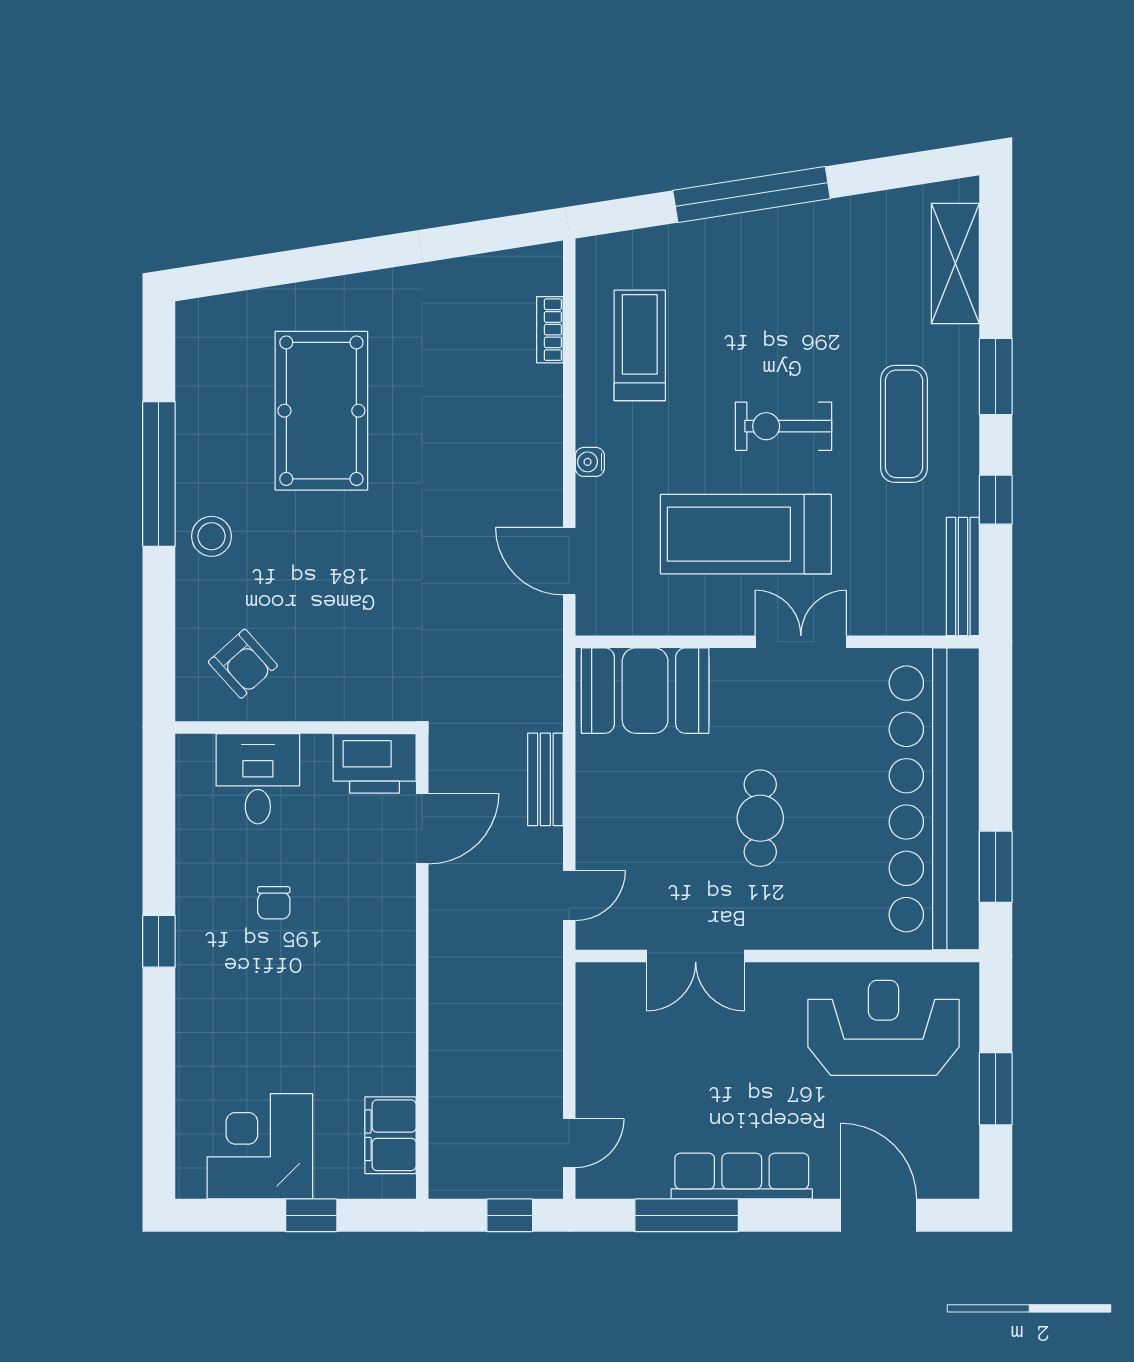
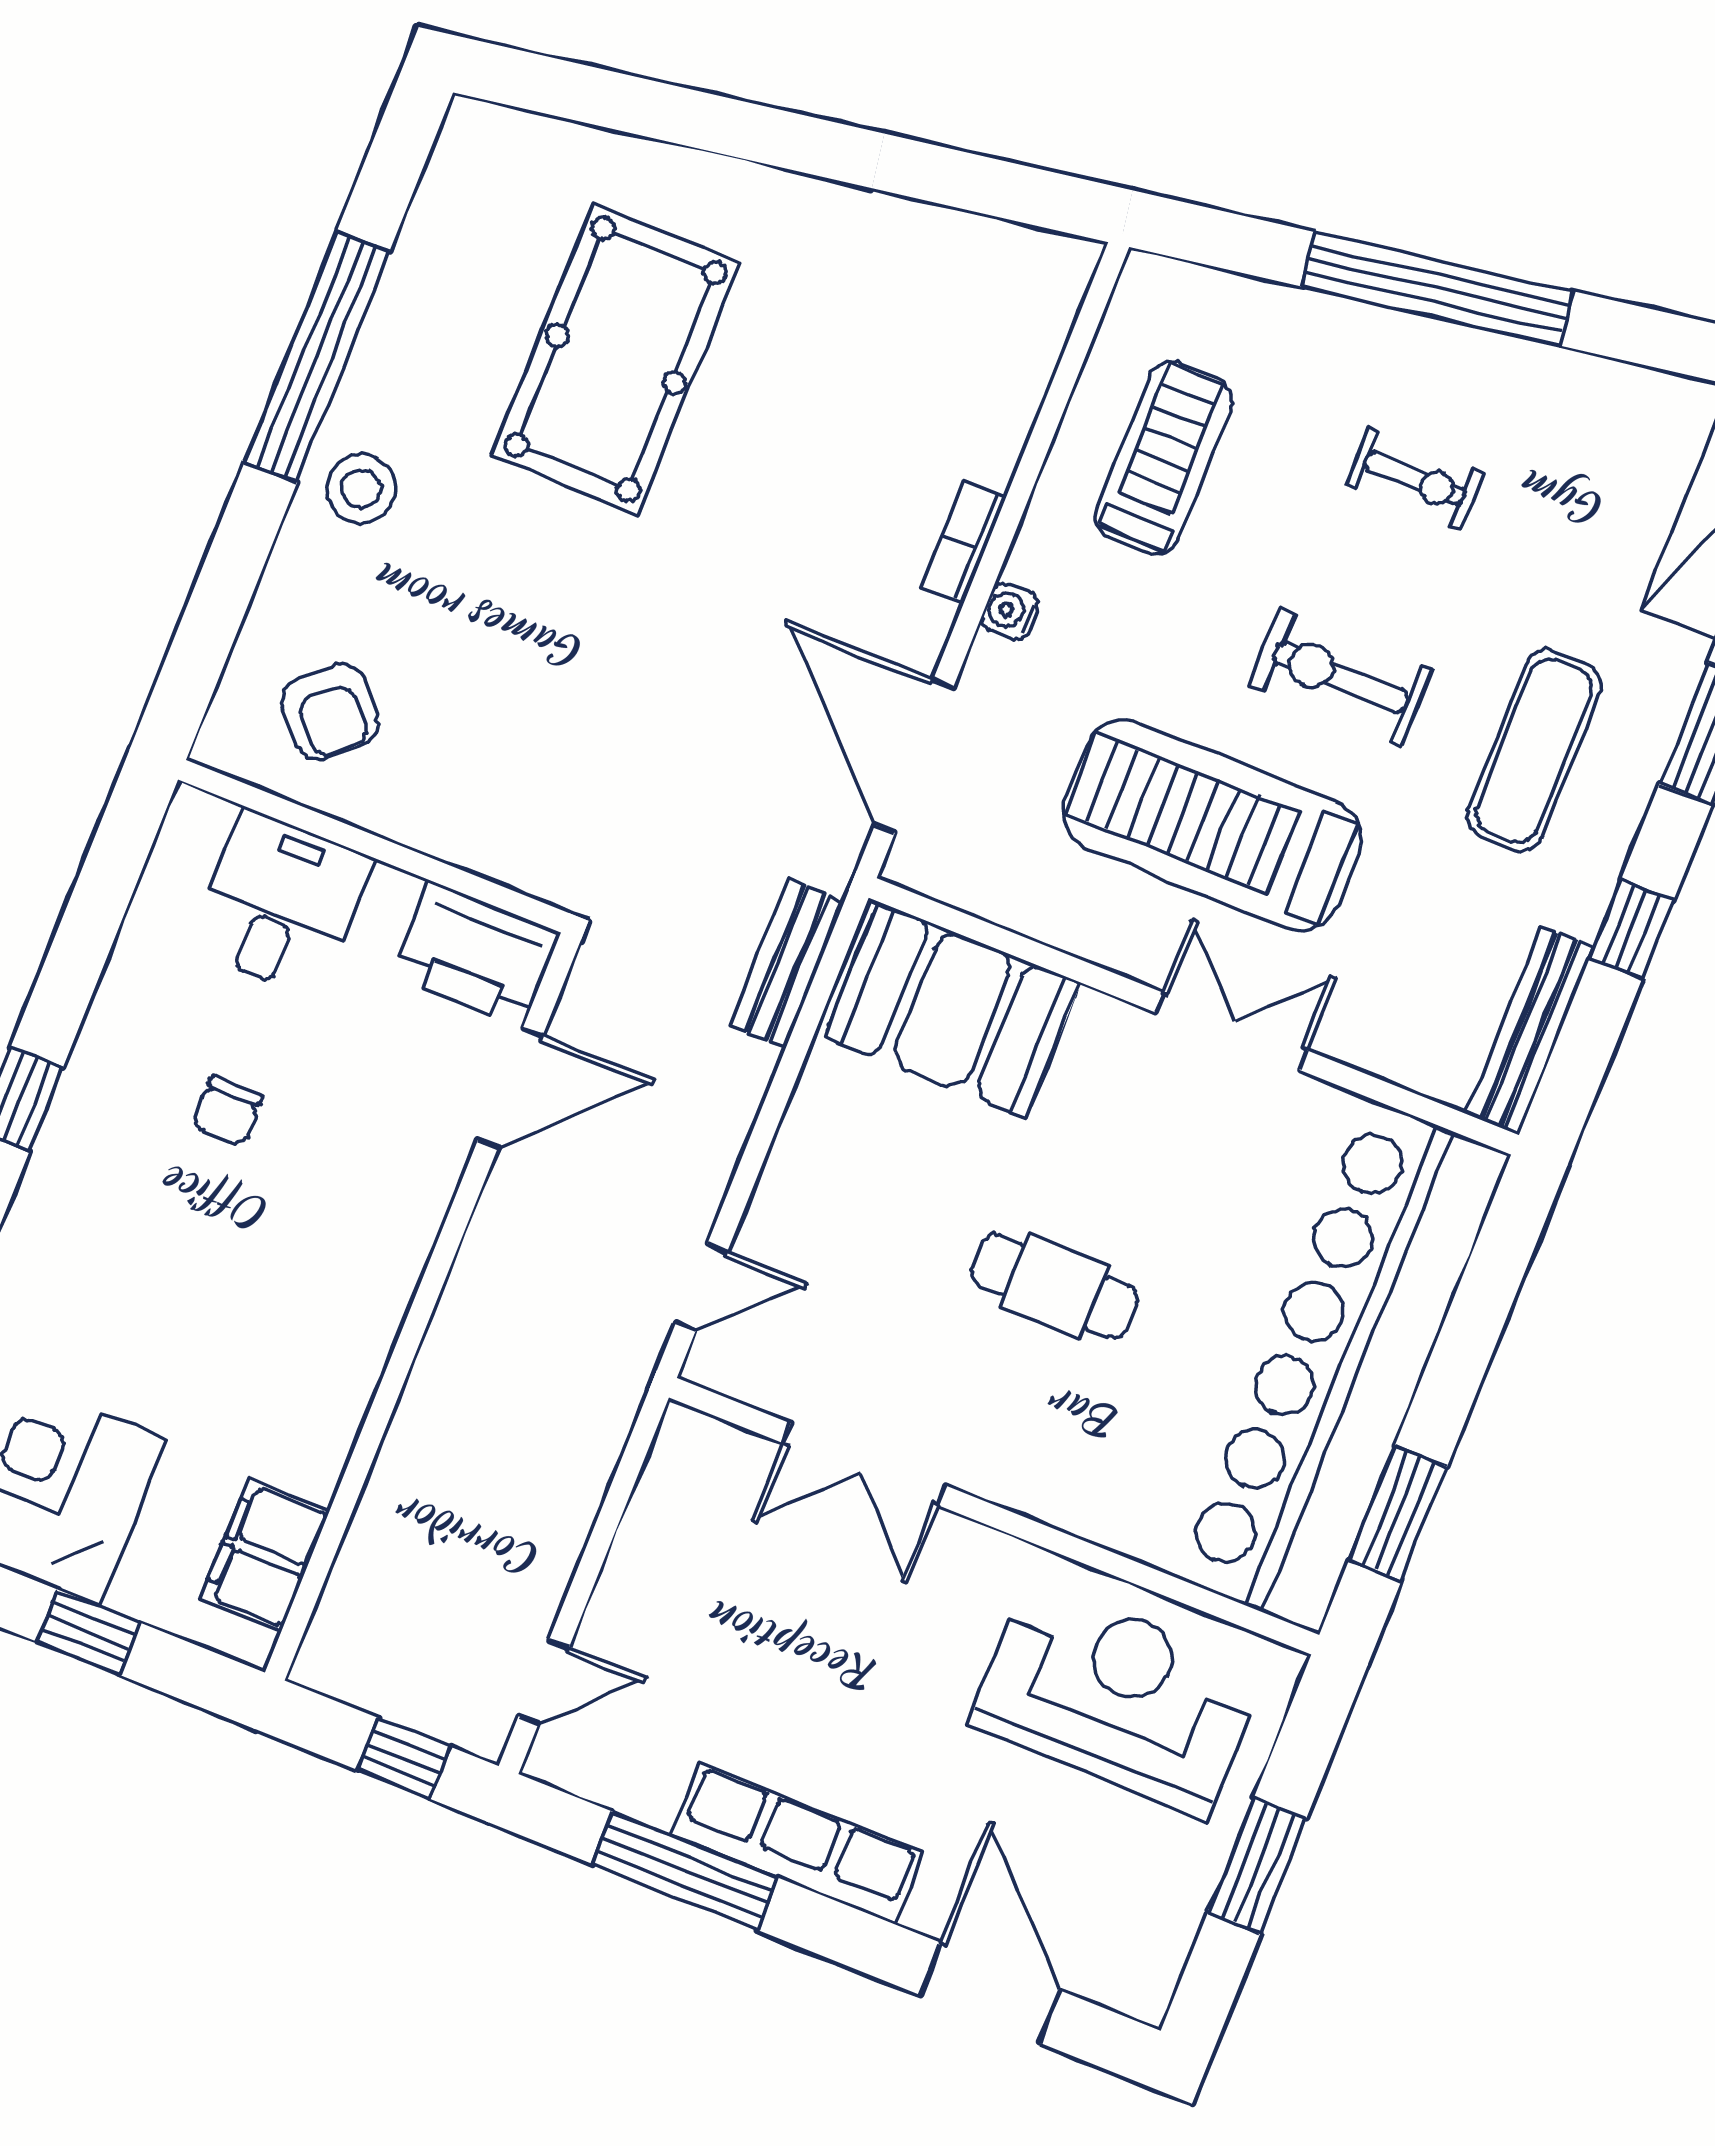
exercise bike: (781, 302) -> (1415, 479), added
bookcase: (550, 330) -> (964, 542), moved
door: (569, 561) -> (914, 756), width x1.36
bench: (545, 779) -> (787, 964), moved
cafe table: (760, 818) -> (1054, 1286), turned 90

